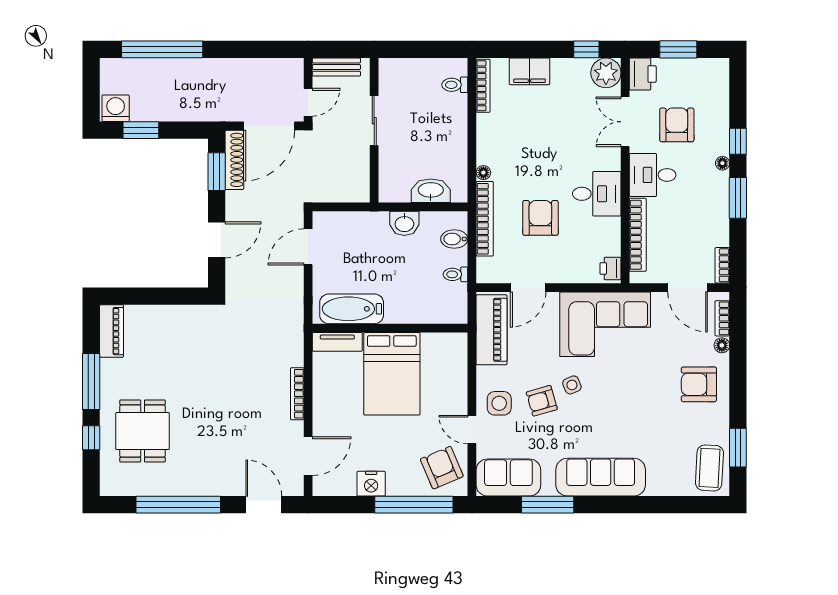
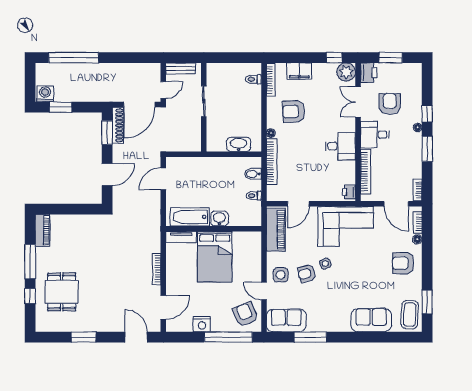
armchair: (540, 218) -> (294, 111), moved, turned -92
washbasin: (404, 223) -> (219, 219), moved, turned 180
sofa: (601, 477) -> (371, 320), moved, width x0.73
window: (178, 505) -> (84, 337), width x0.47

